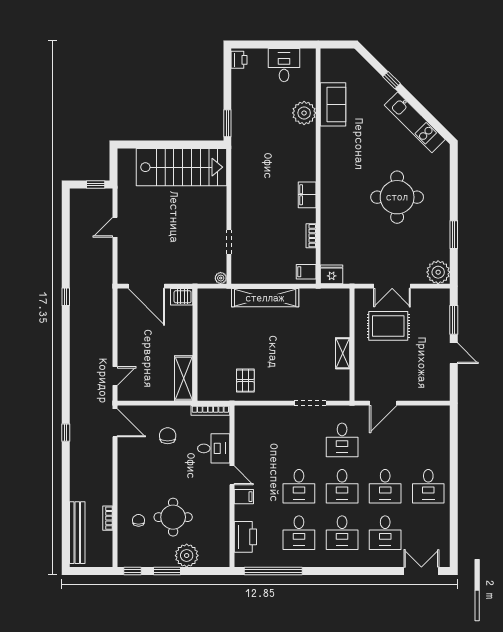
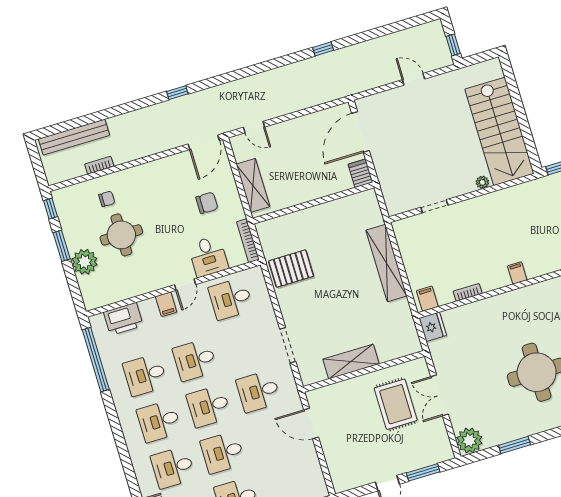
filing cabinet: (307, 195) -> (517, 273), width x0.50
plant: (221, 278) -> (482, 182), moved
shelving: (343, 353) -> (351, 362), width x1.50, depth x1.33
shelving: (184, 378) -> (253, 185), moved, turned 90
pallet: (245, 381) -> (291, 269), width x1.50, depth x1.42
desk: (256, 440) -> (231, 299), added

